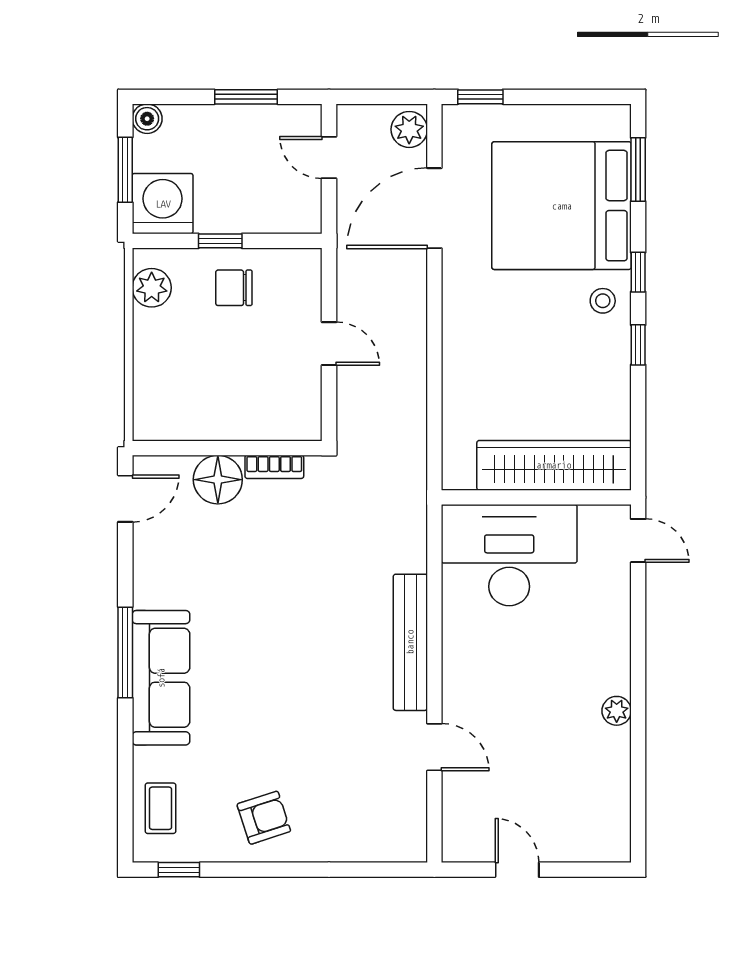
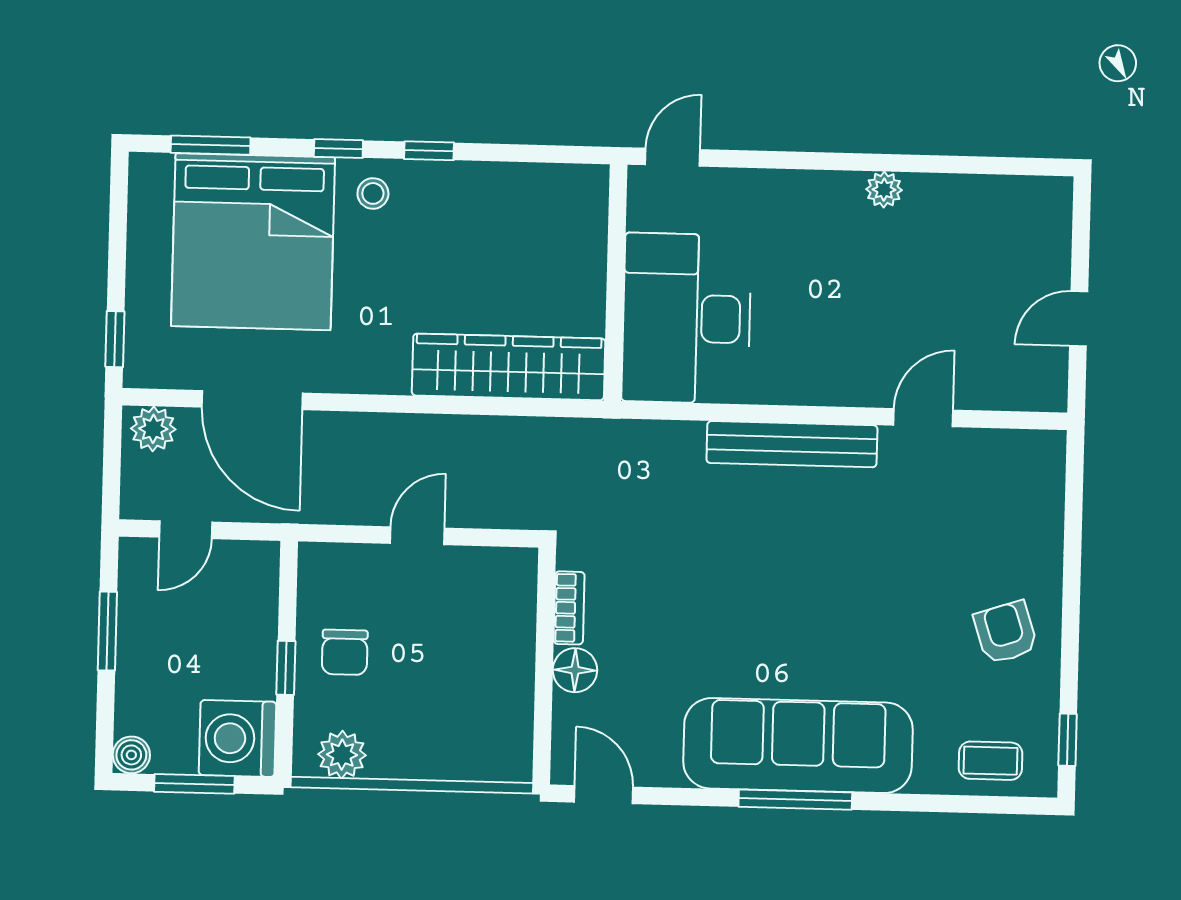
wardrobe: (554, 465) -> (509, 367), moved, turned 90
floor lamp: (218, 480) -> (575, 670), width x0.73, depth x0.73
sofa: (161, 678) -> (798, 746), width x1.36, depth x1.27

